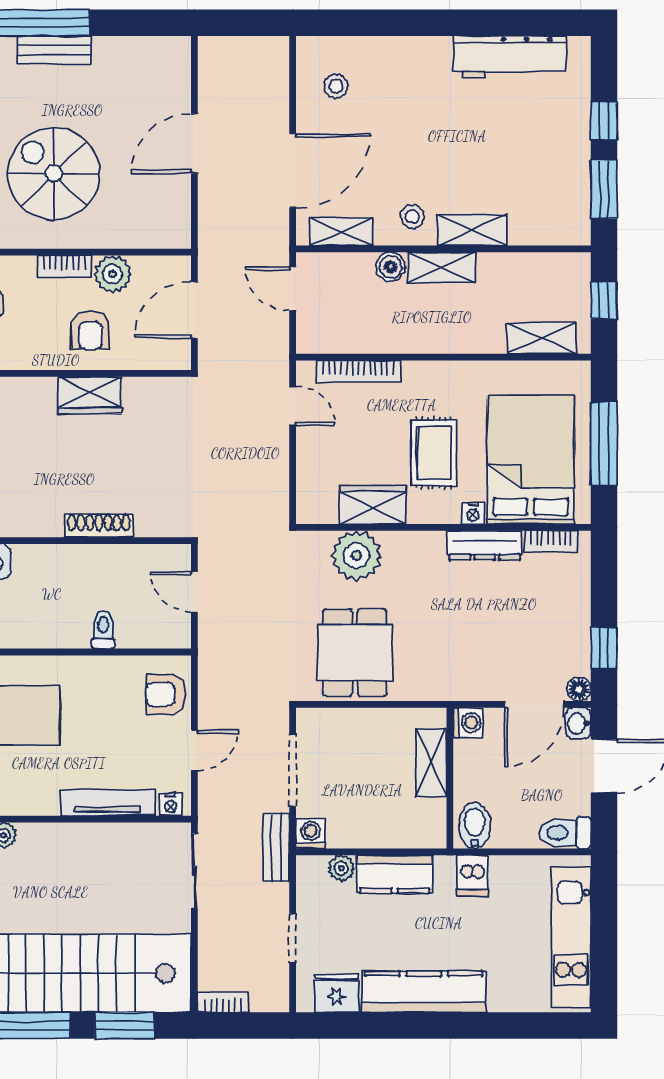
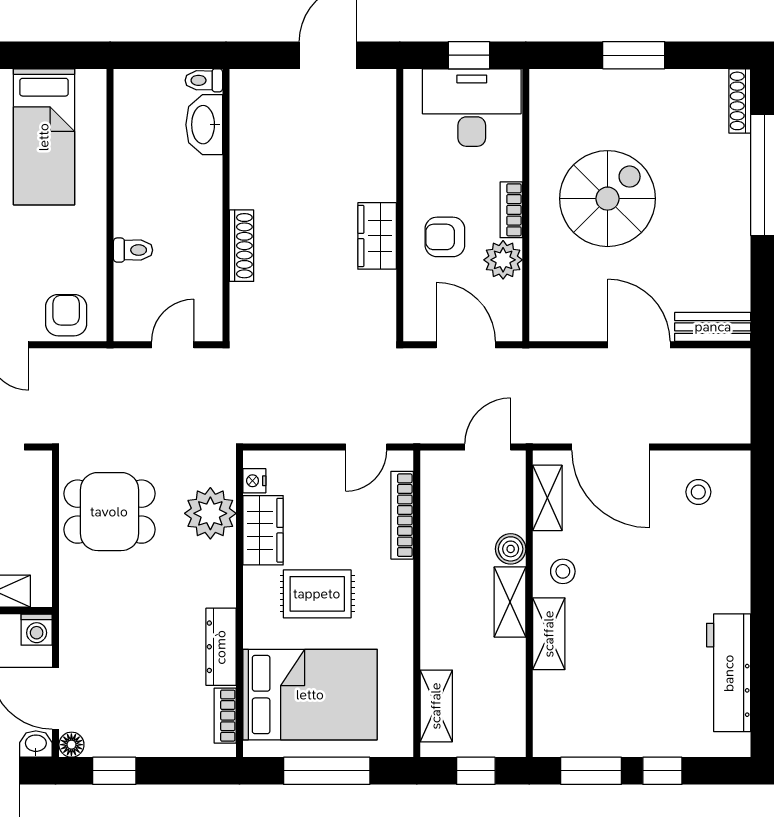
bench: (54, 50) -> (713, 327), moved, turned 90
nightstand: (473, 513) -> (254, 481), moved

